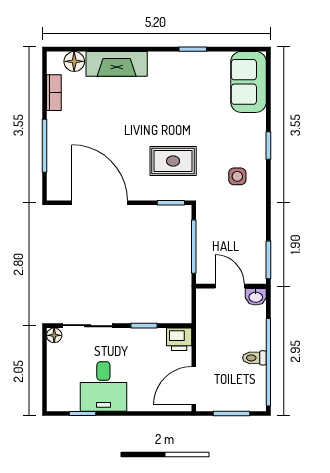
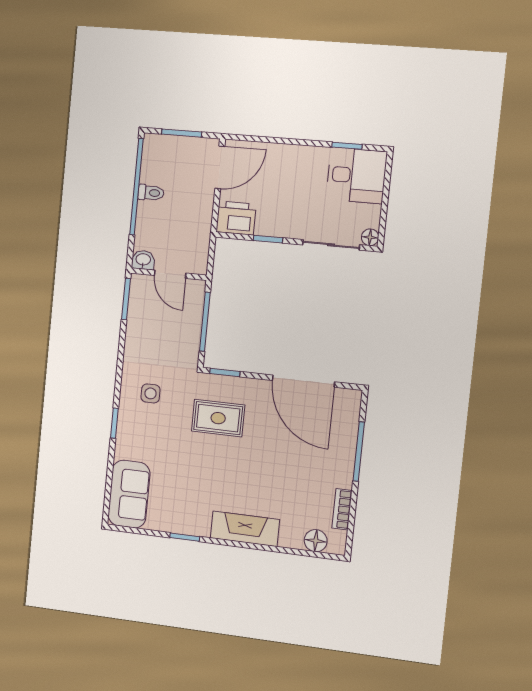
fireplace: (117, 64) -> (245, 529), moved
printer: (179, 339) -> (236, 218), width x1.36, depth x1.24
desk: (103, 386) -> (357, 176), moved, turned 90

